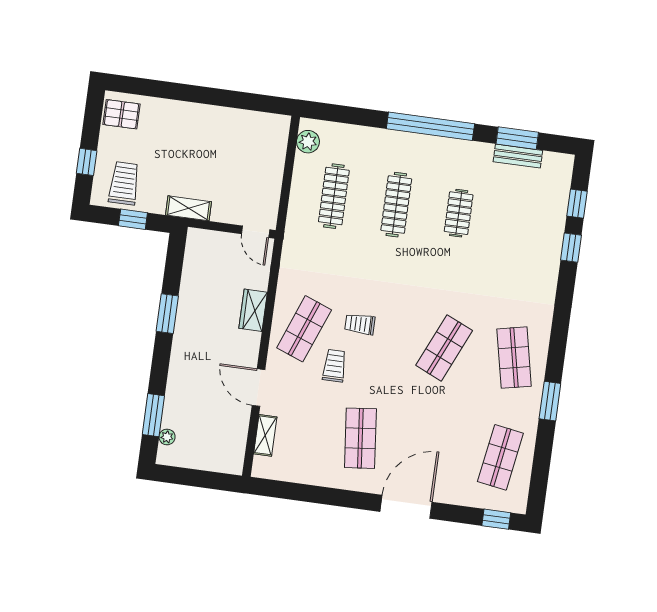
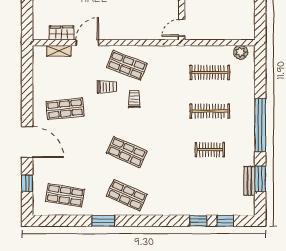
wardrobe: (253, 310) -> (62, 33), moved
shop shelf: (514, 358) -> (127, 195), turned 36
window: (496, 519) -> (27, 183), moved

